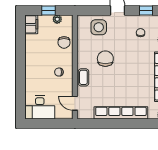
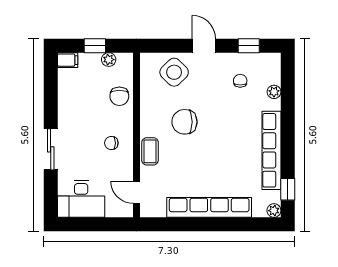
filing cabinet: (31, 24) -> (68, 60), width x0.50
side table: (99, 27) -> (174, 72), turned 45
chair: (105, 59) -> (184, 122), turned -90
sliding door: (21, 76) -> (51, 149), added

